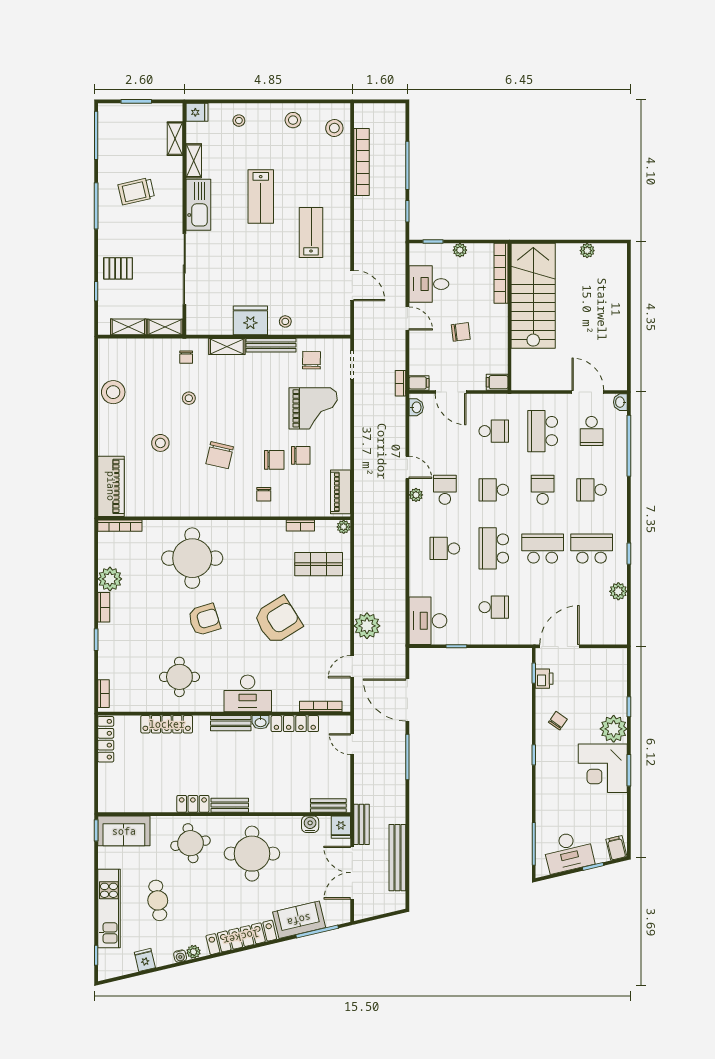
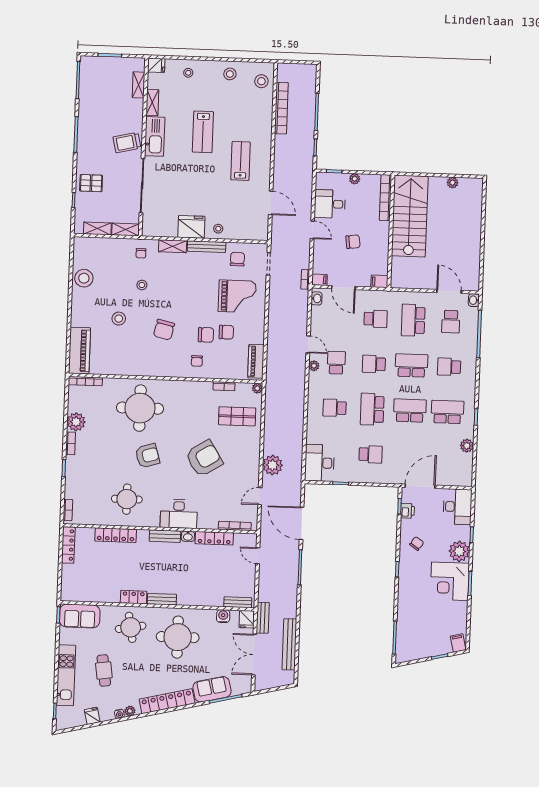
trolley: (136, 191) -> (127, 143), moved
school desk: (543, 490) -> (411, 365), width x1.85
desk: (569, 852) -> (457, 507), moved, turned -77

